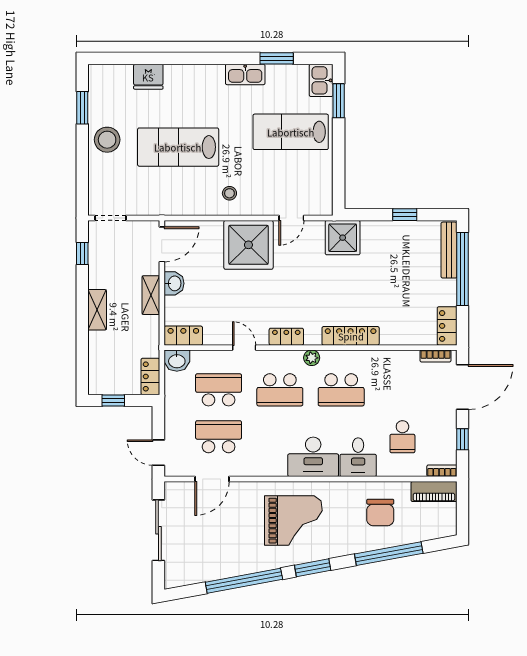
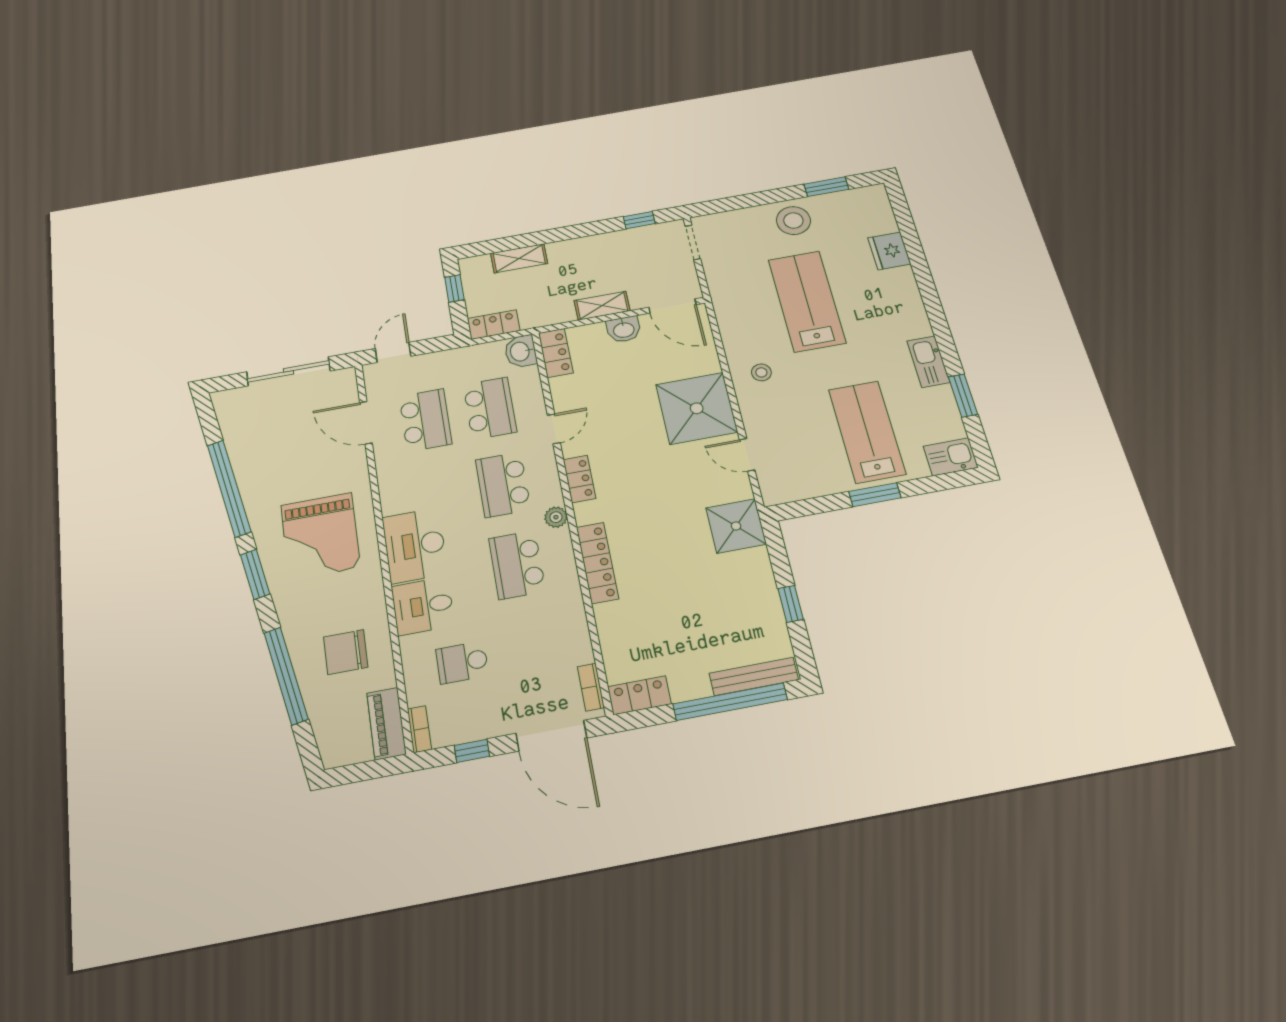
window: (339, 101) -> (875, 495), moved
shelving: (97, 310) -> (519, 258), moved

